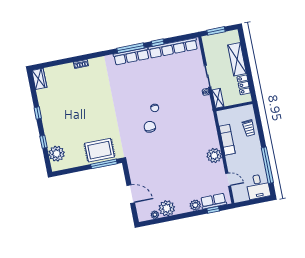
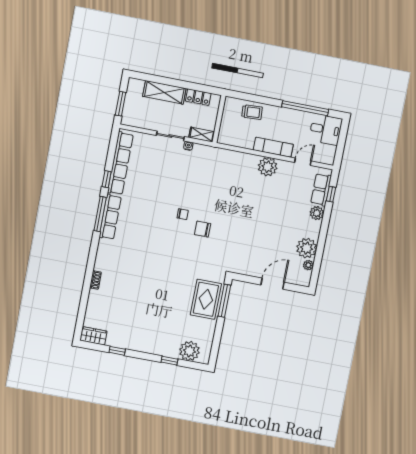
window: (38, 113) -> (117, 351), moved
exam couch: (227, 140) -> (273, 147), moved

